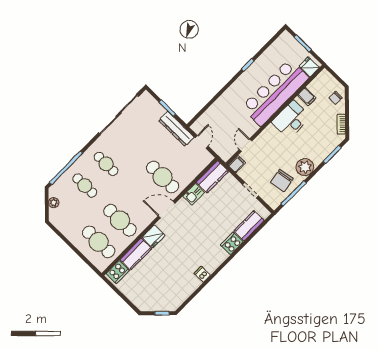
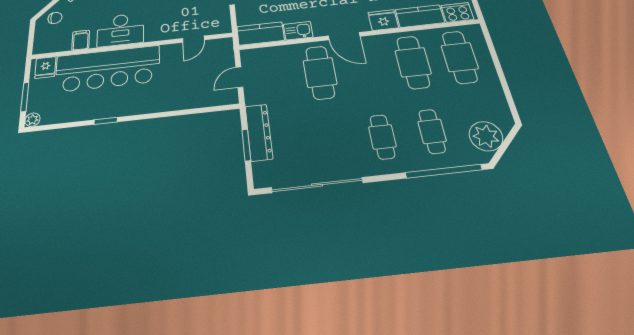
plant: (286, 36) -> (32, 120), added
dresser: (176, 129) -> (259, 132), moved
filing cabinet: (237, 164) -> (221, 27), removed
plant: (54, 203) -> (486, 136), width x1.88, depth x1.88

